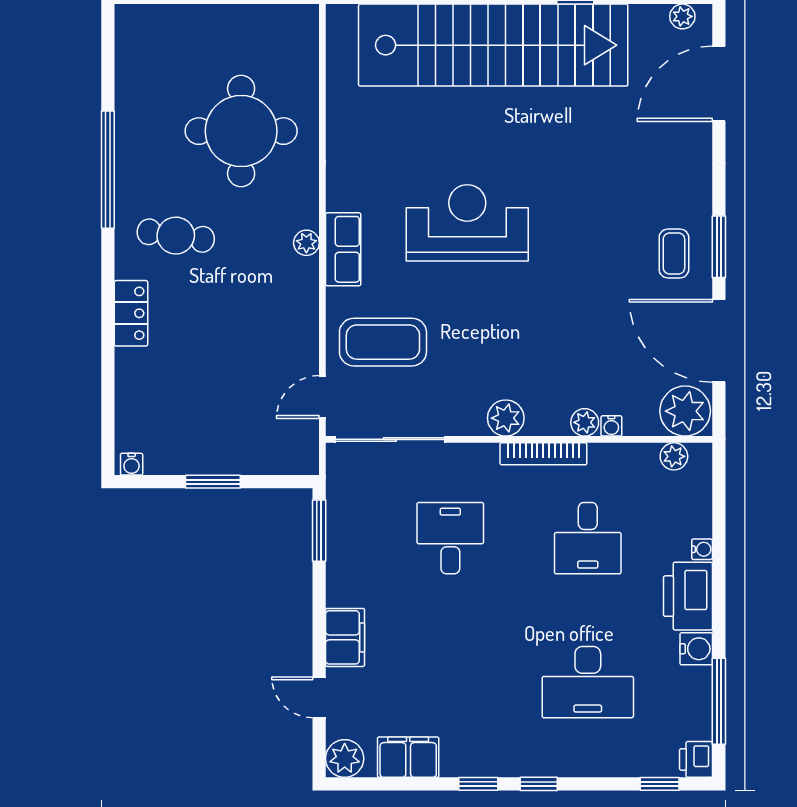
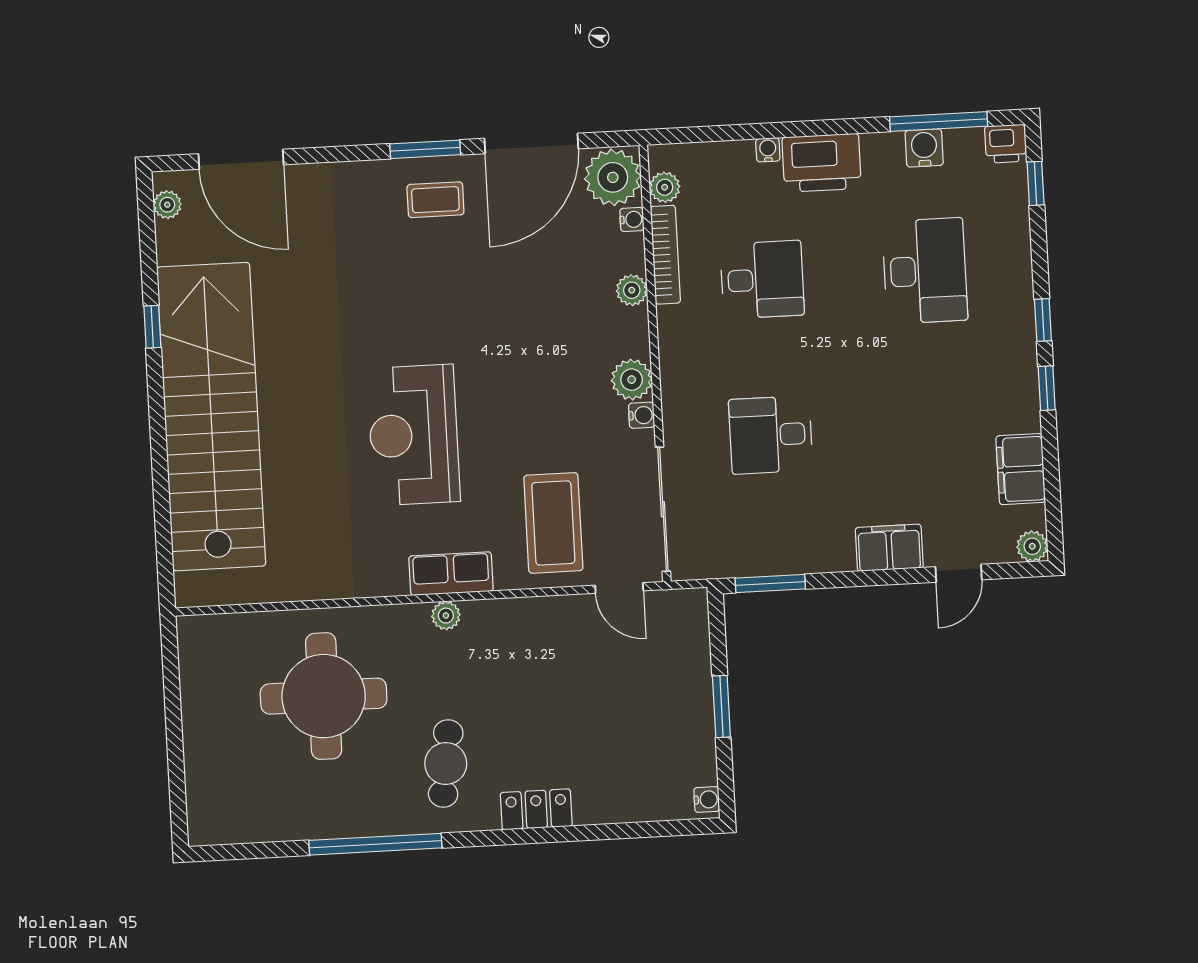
water cooler: (474, 425) -> (642, 415), added
water cooler: (611, 426) -> (632, 219), moved
bookcase: (543, 454) -> (665, 255), moved
water cooler: (696, 649) -> (924, 148), moved
plant: (345, 758) -> (1032, 546), width x0.73, depth x0.73

